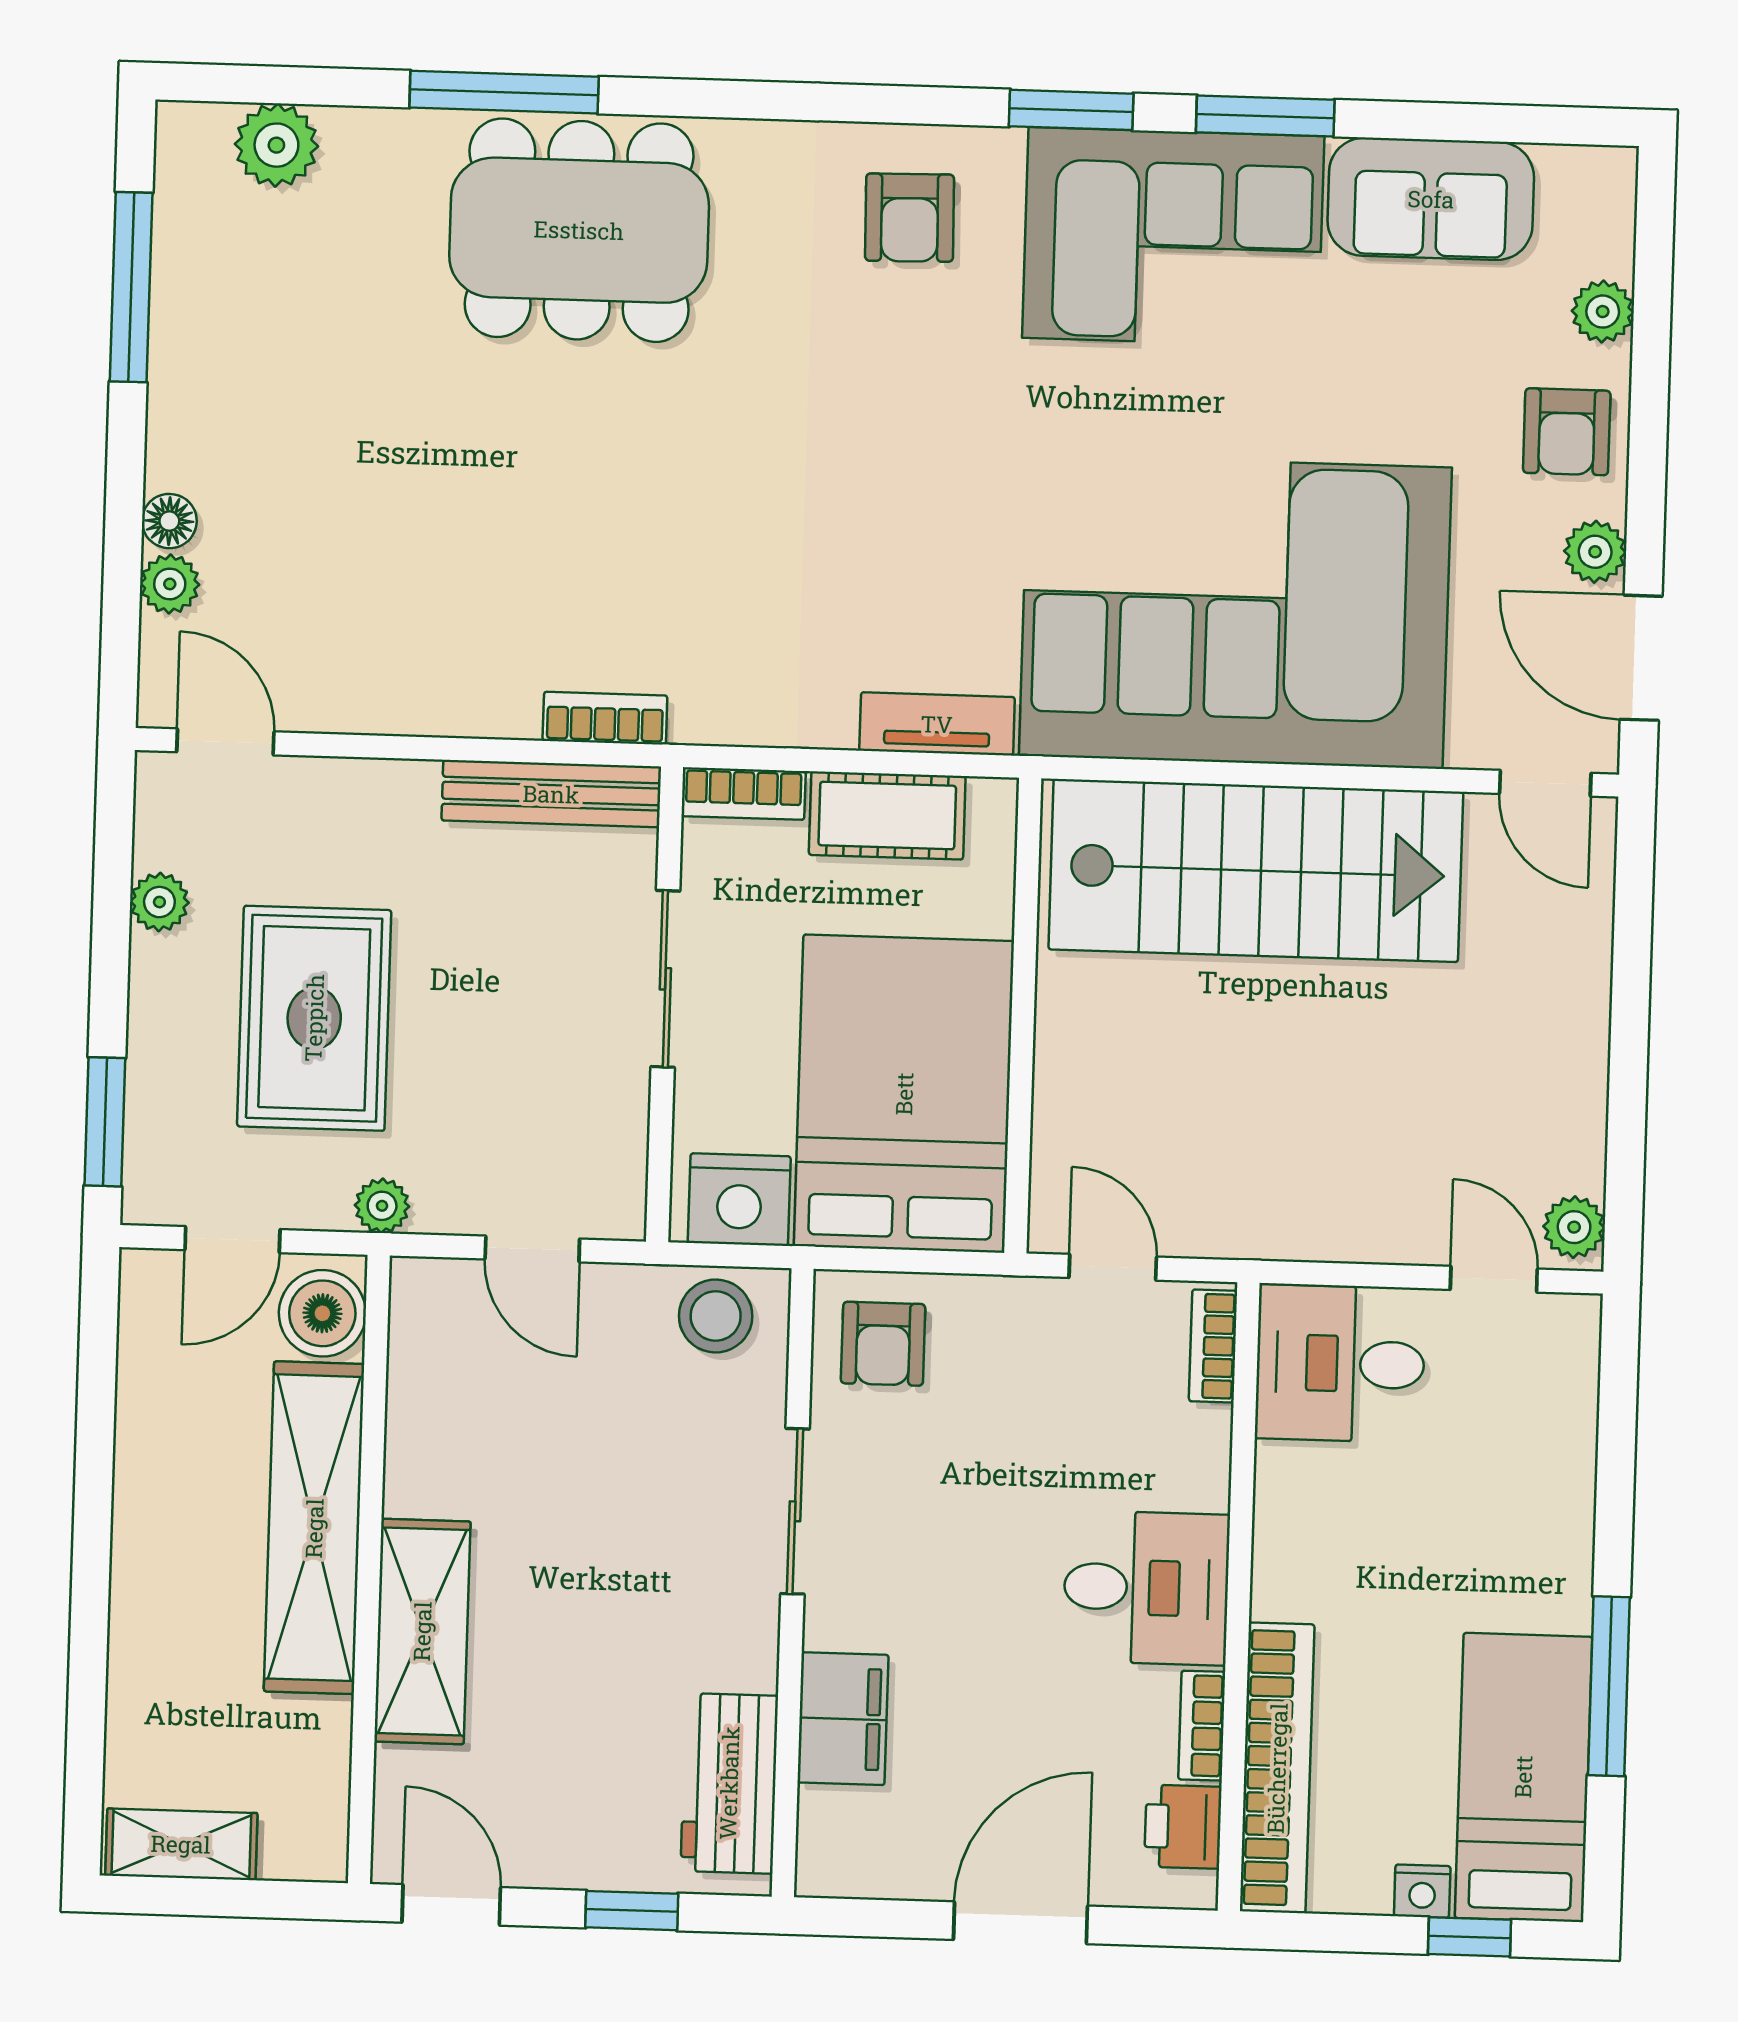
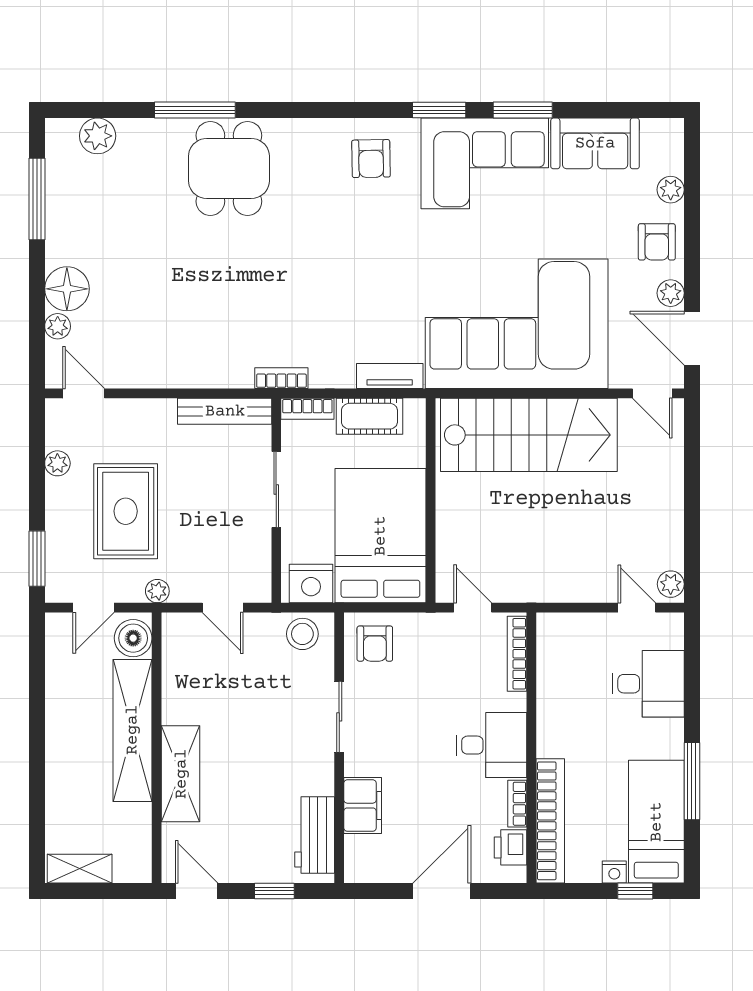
dining table: (579, 230) -> (229, 168), width x0.73
floor lamp: (169, 521) -> (67, 289), width x1.89, depth x1.89
bookcase: (605, 718) -> (281, 378), moved
bookcase: (1213, 1346) -> (517, 654), width x1.56
desk: (1340, 1364) -> (648, 684), moved, turned 180

